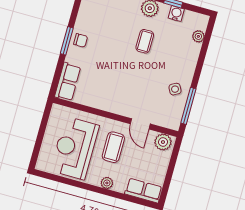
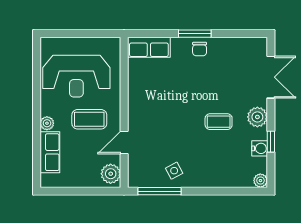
plant: (198, 36) -> (260, 181), moved
reception desk: (75, 148) -> (76, 76), turned 180
row of seats: (143, 191) -> (50, 152), moved

